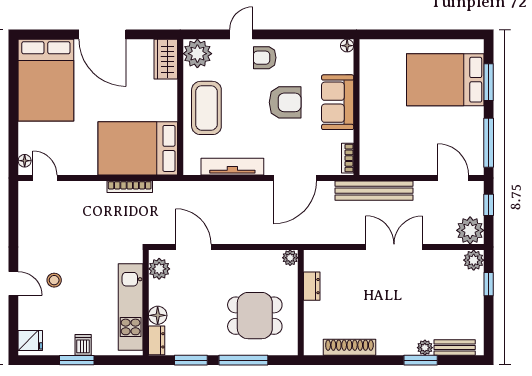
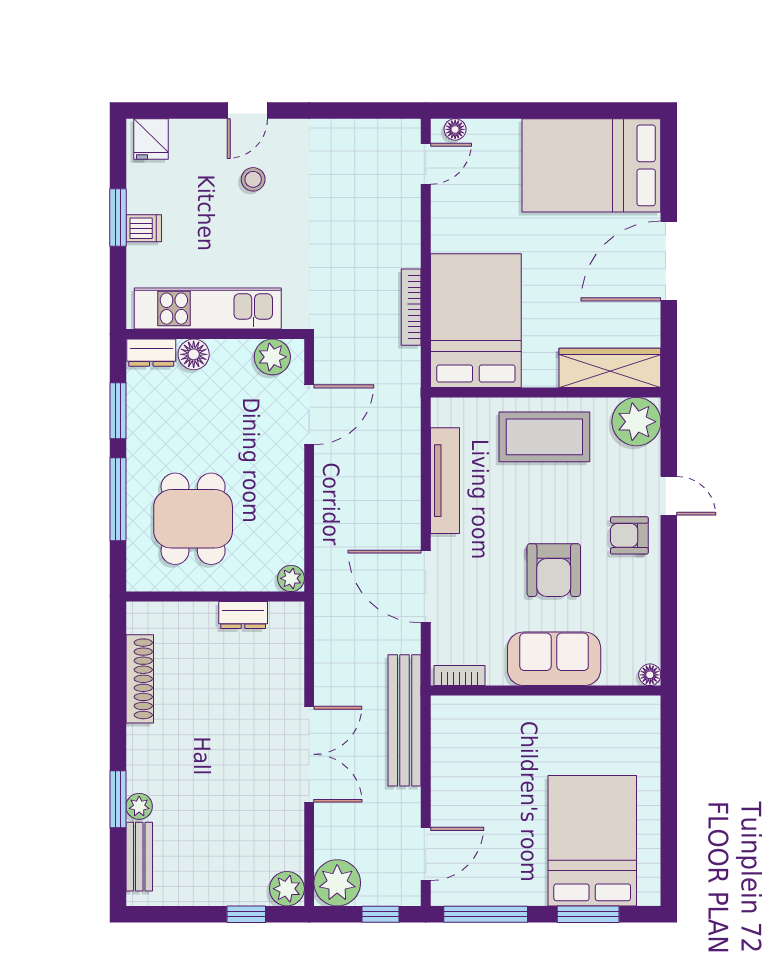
armchair: (265, 58) -> (629, 535), turned -90
wardrobe: (166, 59) -> (610, 368), width x1.50

